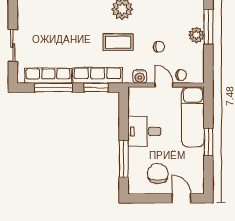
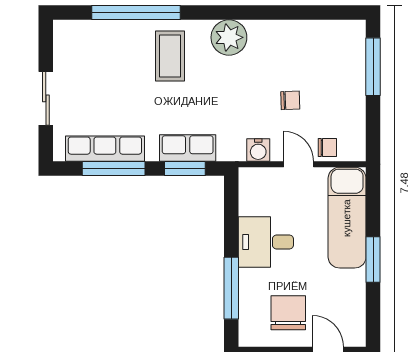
plant: (196, 35) -> (353, 81), removed
coffee table: (118, 42) -> (170, 56), moved, turned 90
row of seats: (98, 75) -> (188, 148), width x0.68

